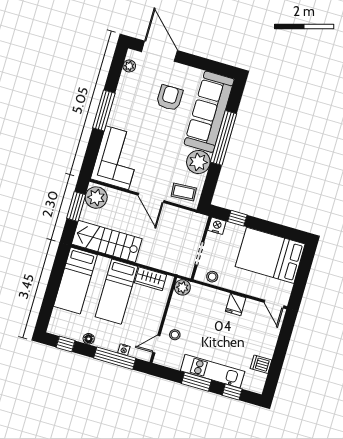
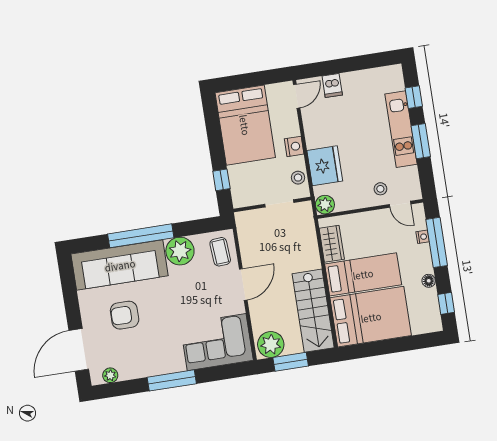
nightstand: (217, 226) -> (294, 146), moved, turned 180
bed: (75, 281) -> (371, 317), width x1.50
fridge: (236, 304) -> (325, 166), moved, width x1.88, depth x1.34
dishwasher: (261, 364) -> (332, 85), moved

